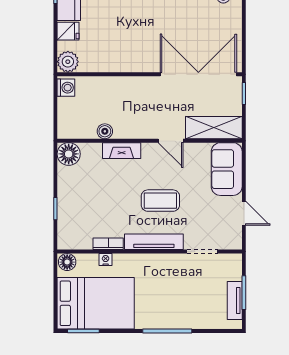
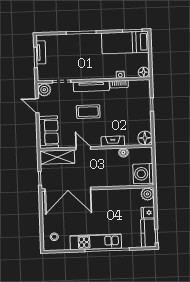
washing machine: (66, 88) -> (143, 174), width x1.89, depth x1.89
plant: (231, 239) -> (44, 90), added
bed: (96, 303) -> (125, 43), width x0.67

